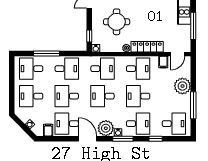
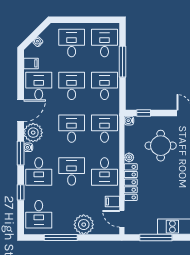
desk: (67, 69) -> (105, 86), turned 180
desk: (102, 69) -> (105, 129), turned 180

